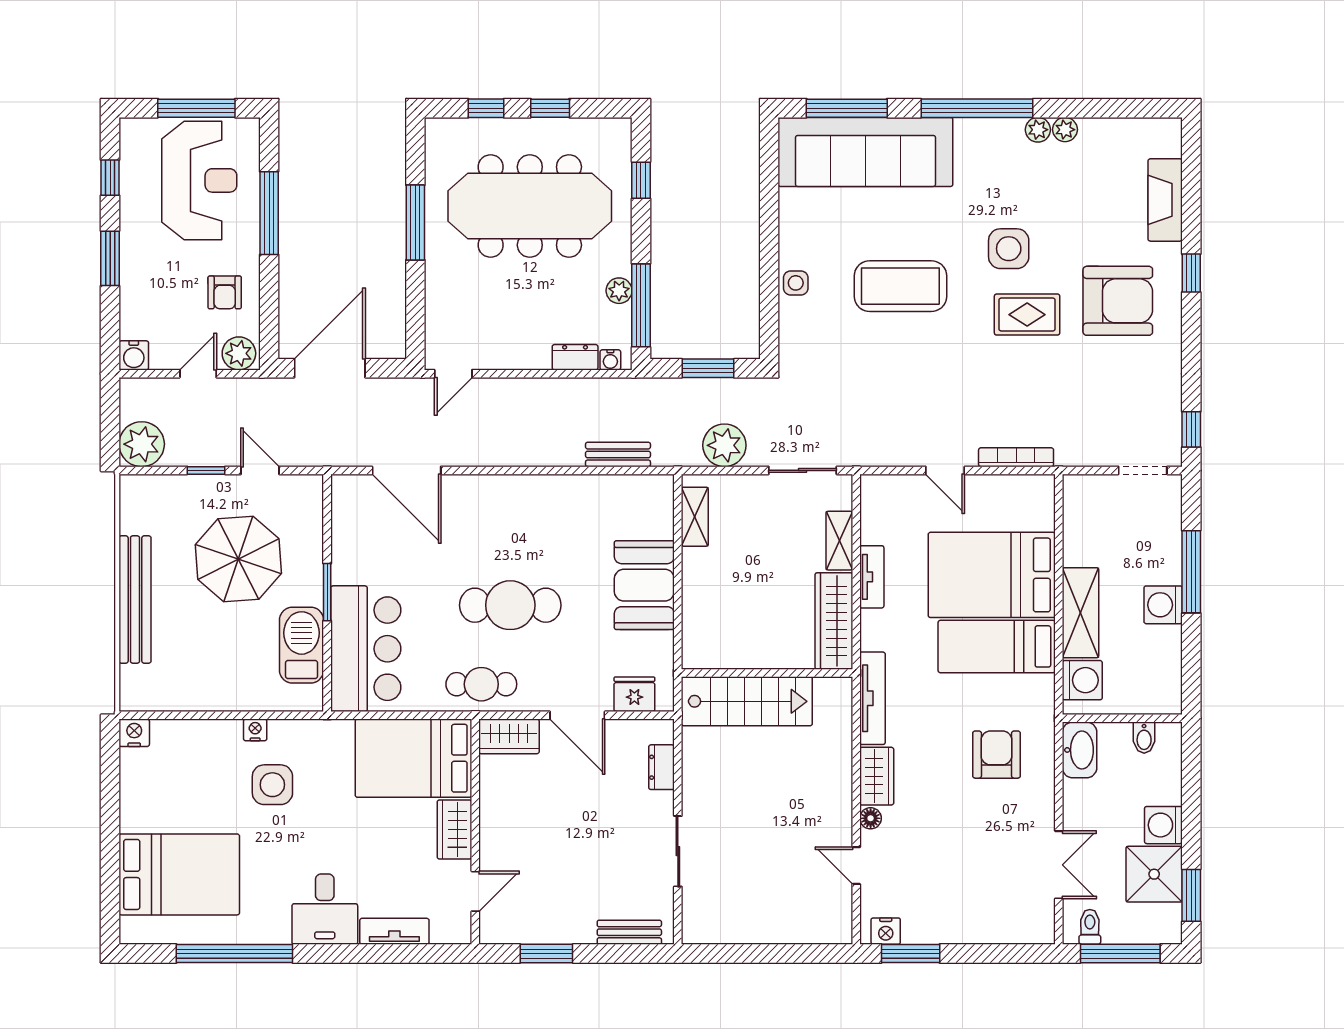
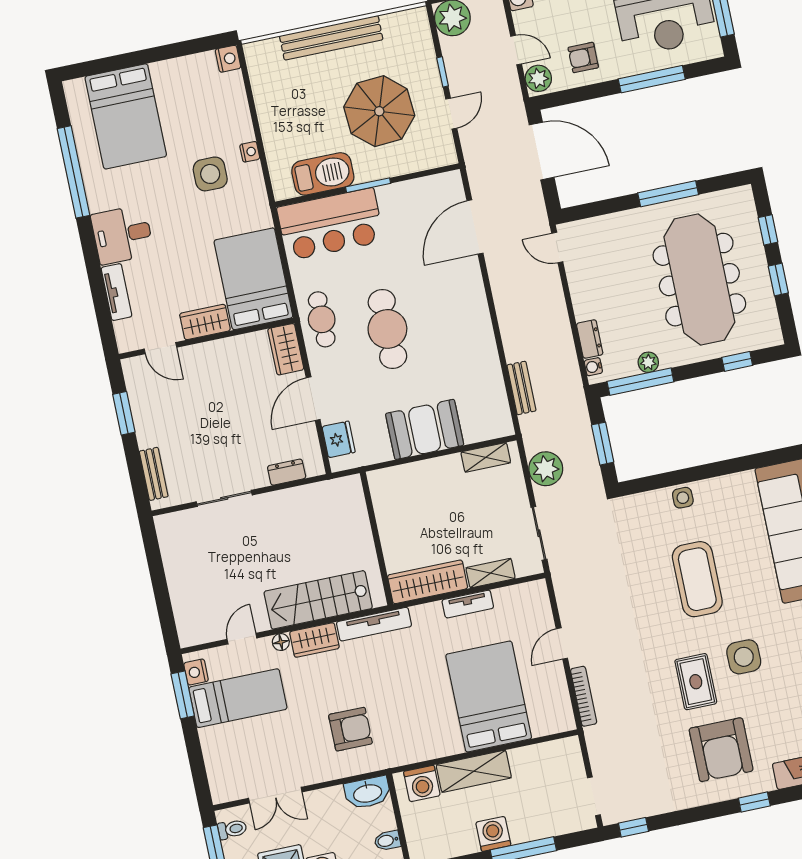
bed: (997, 646) -> (238, 698), moved, turned 90
stairs: (747, 701) -> (318, 600), moved, turned 90

